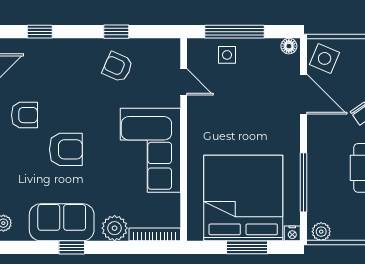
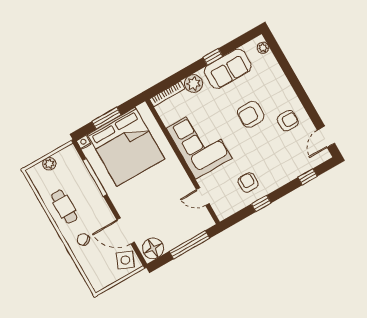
floor lamp: (289, 46) -> (153, 248), width x1.89, depth x1.89
side table: (227, 55) -> (186, 228), removed
armchair: (118, 67) -> (248, 183), turned -114
armchair: (24, 115) -> (288, 121), turned 180
plant: (321, 232) -> (49, 164), moved

